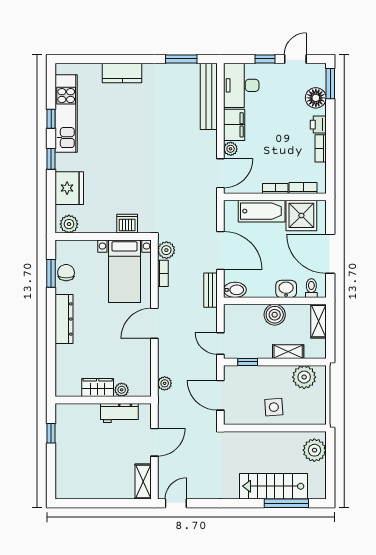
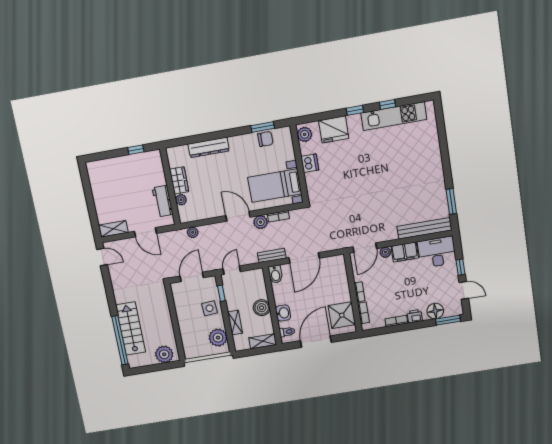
kitchen counter: (122, 73) -> (433, 156), removed
door: (220, 173) -> (365, 248), hinge flipped
bathtub: (262, 211) -> (340, 284), removed
dishwasher: (127, 224) -> (310, 163), moved
plant: (166, 250) -> (261, 222), moved
dresser: (64, 319) -> (209, 147), moved
side table: (274, 407) -> (210, 308), moved
window: (286, 503) -> (120, 340), width x1.46

